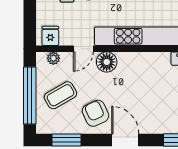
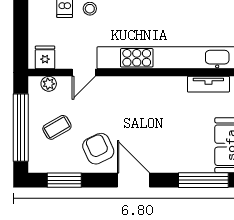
floor lamp: (107, 62) -> (111, 88), removed
coffee table: (60, 95) -> (57, 127), width x0.73, depth x0.77

